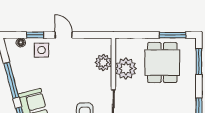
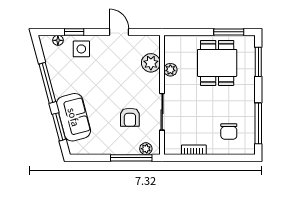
door: (64, 35) -> (119, 32), moved
plant: (126, 69) -> (170, 70), width x0.53, depth x0.53

